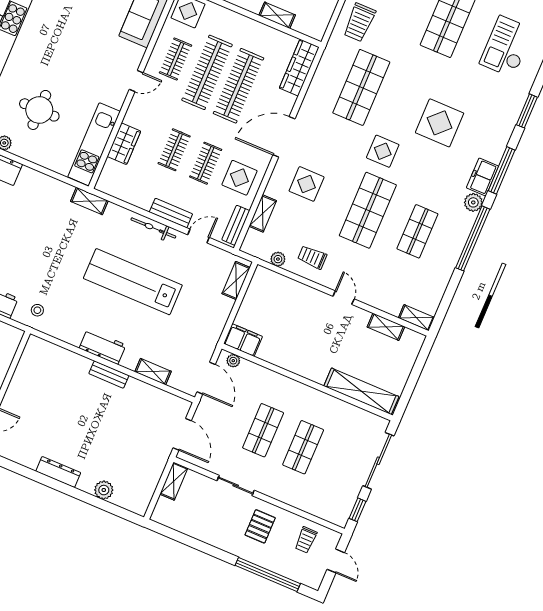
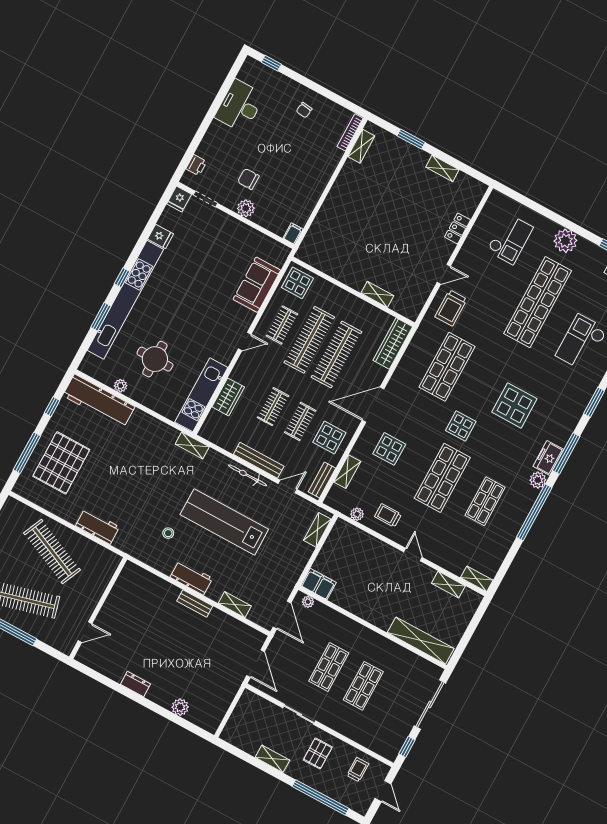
bench: (171, 213) -> (259, 460), width x1.36
stool: (37, 310) -> (168, 533), moved
dresser: (58, 472) -> (135, 684), width x0.70
shelving: (174, 481) -> (272, 759), moved, turned 90
trolley: (306, 540) -> (358, 770), turned 180

